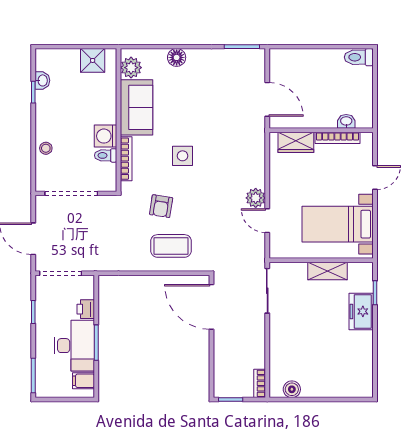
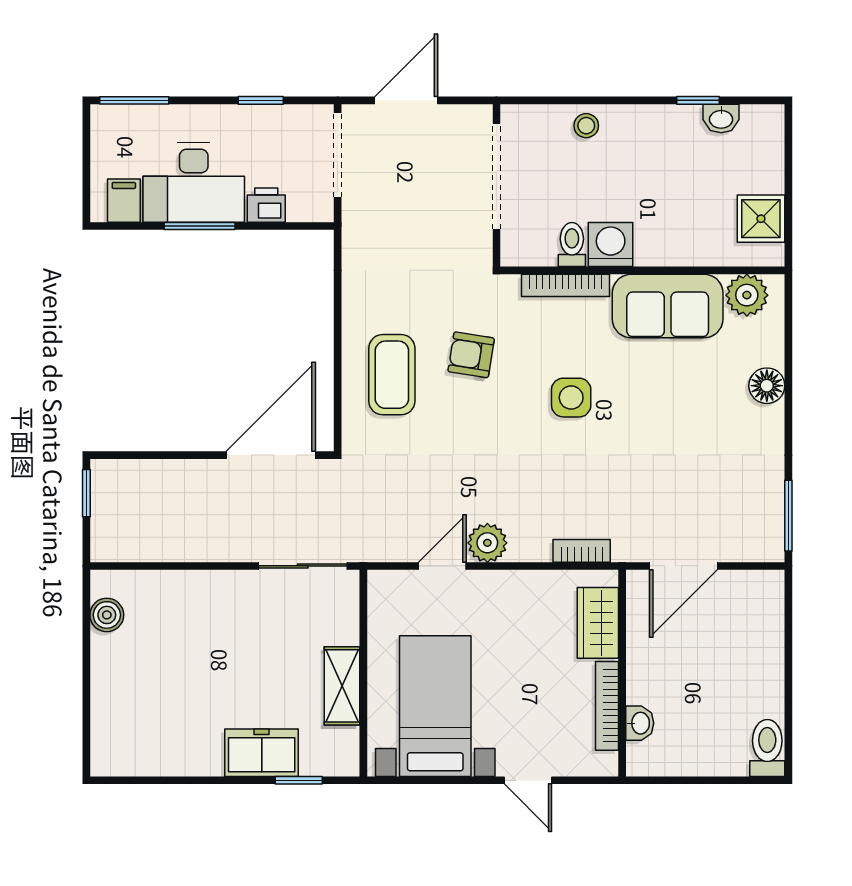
bookcase: (260, 383) -> (582, 551), moved

